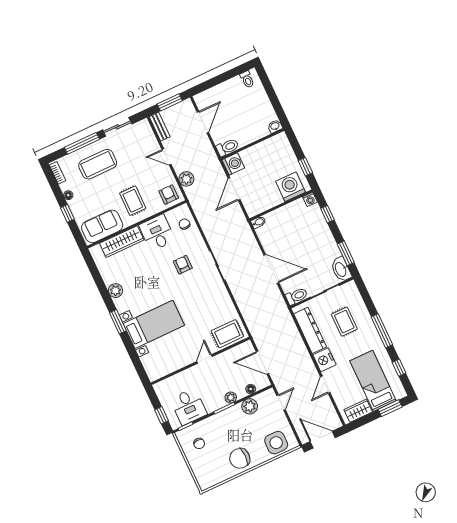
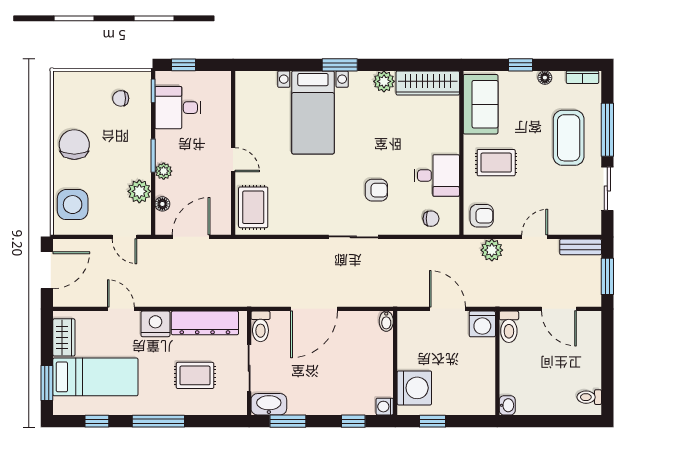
wardrobe: (122, 242) -> (428, 83), moved, turned -90

